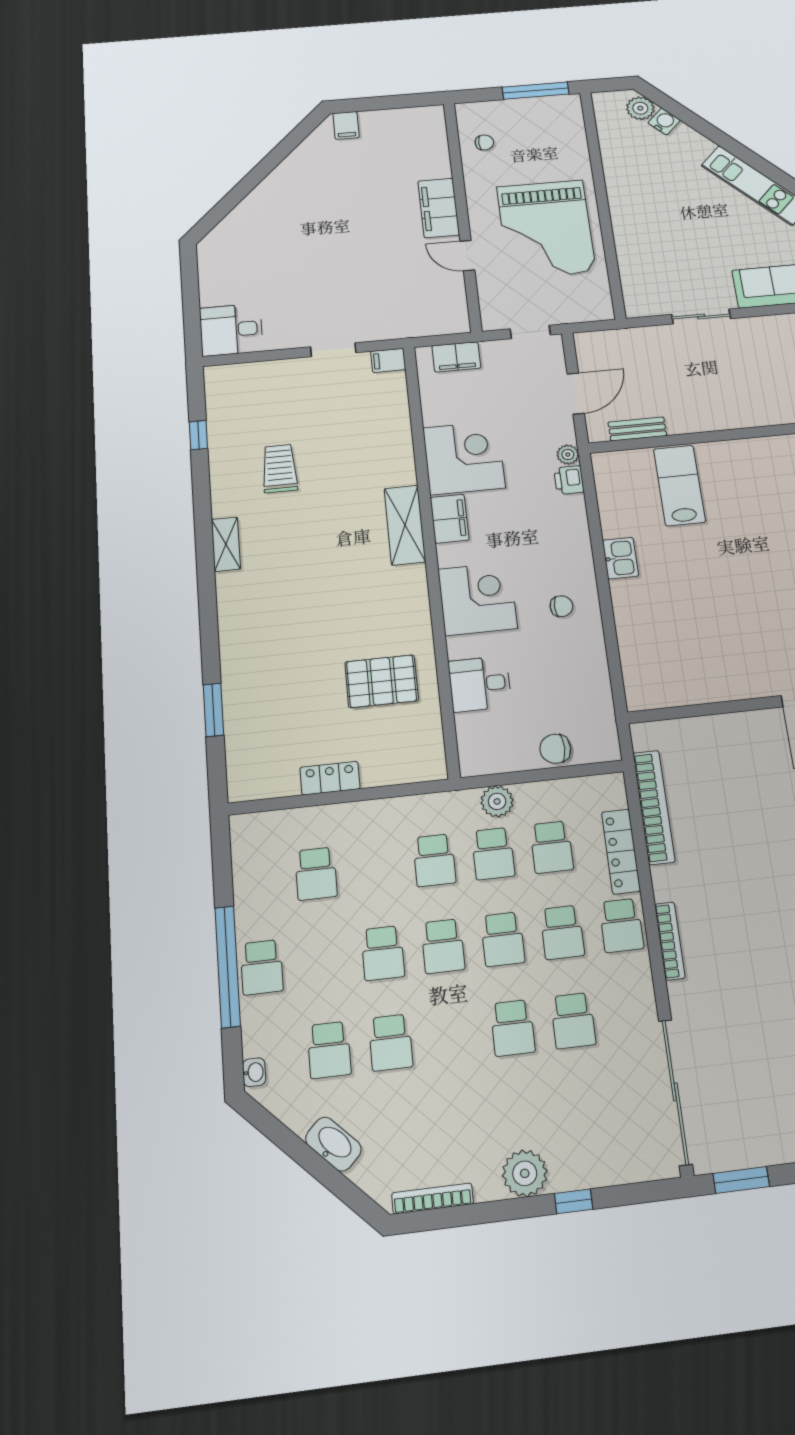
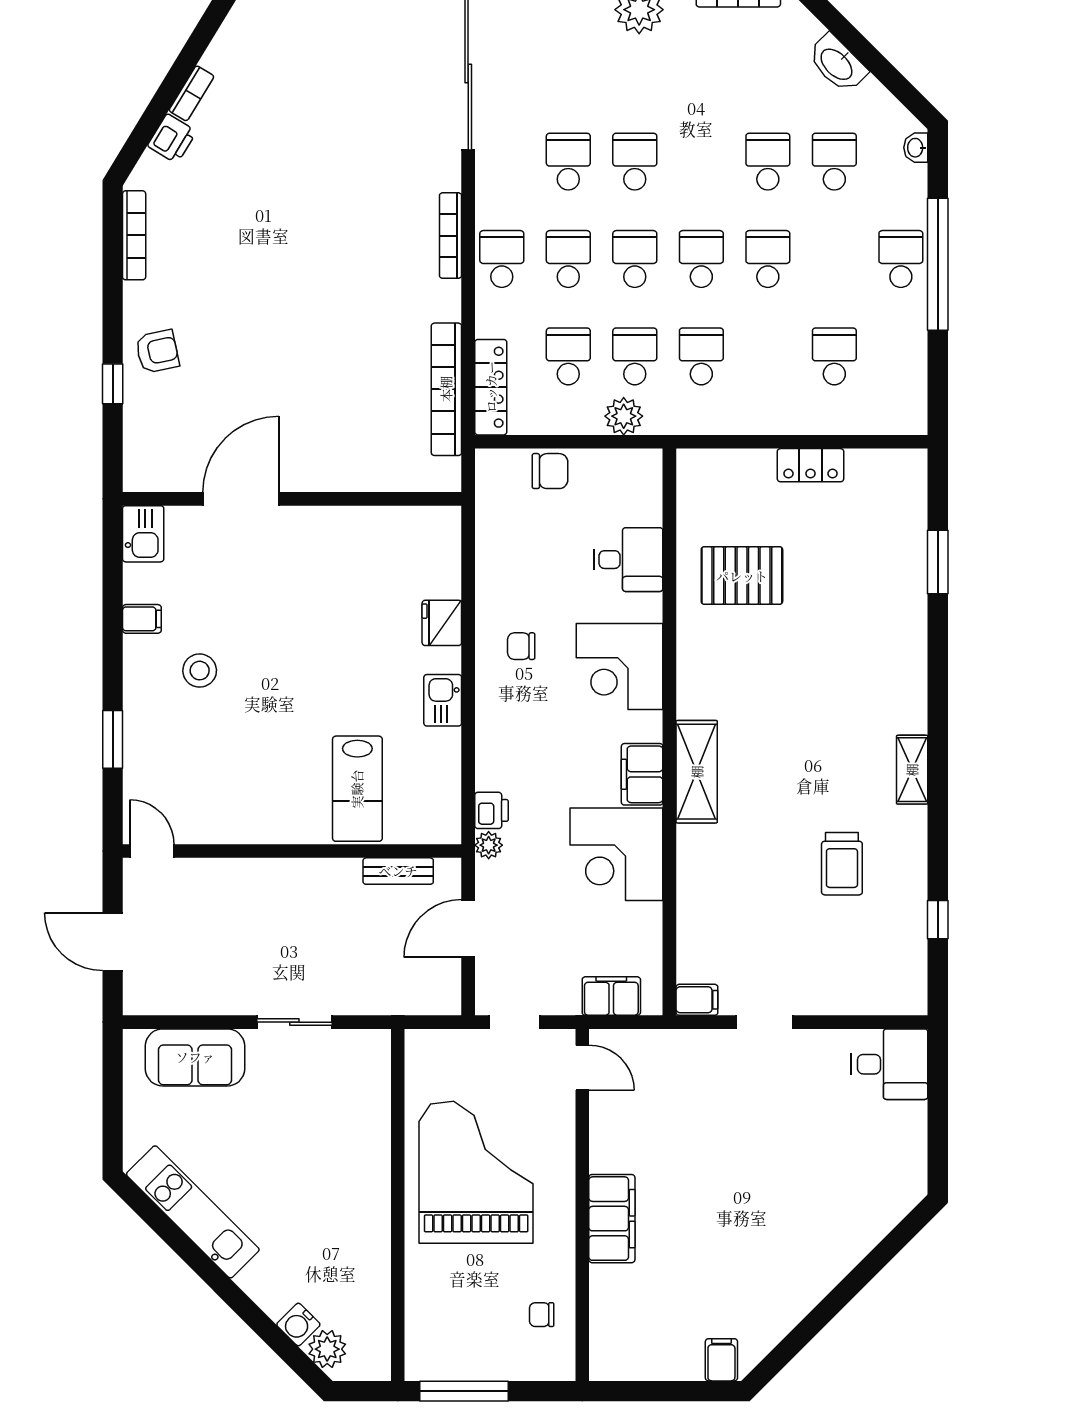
door: (467, 256) -> (582, 1068), moved
fridge: (630, 617) -> (442, 623), added
locker: (621, 851) -> (491, 387), moved

